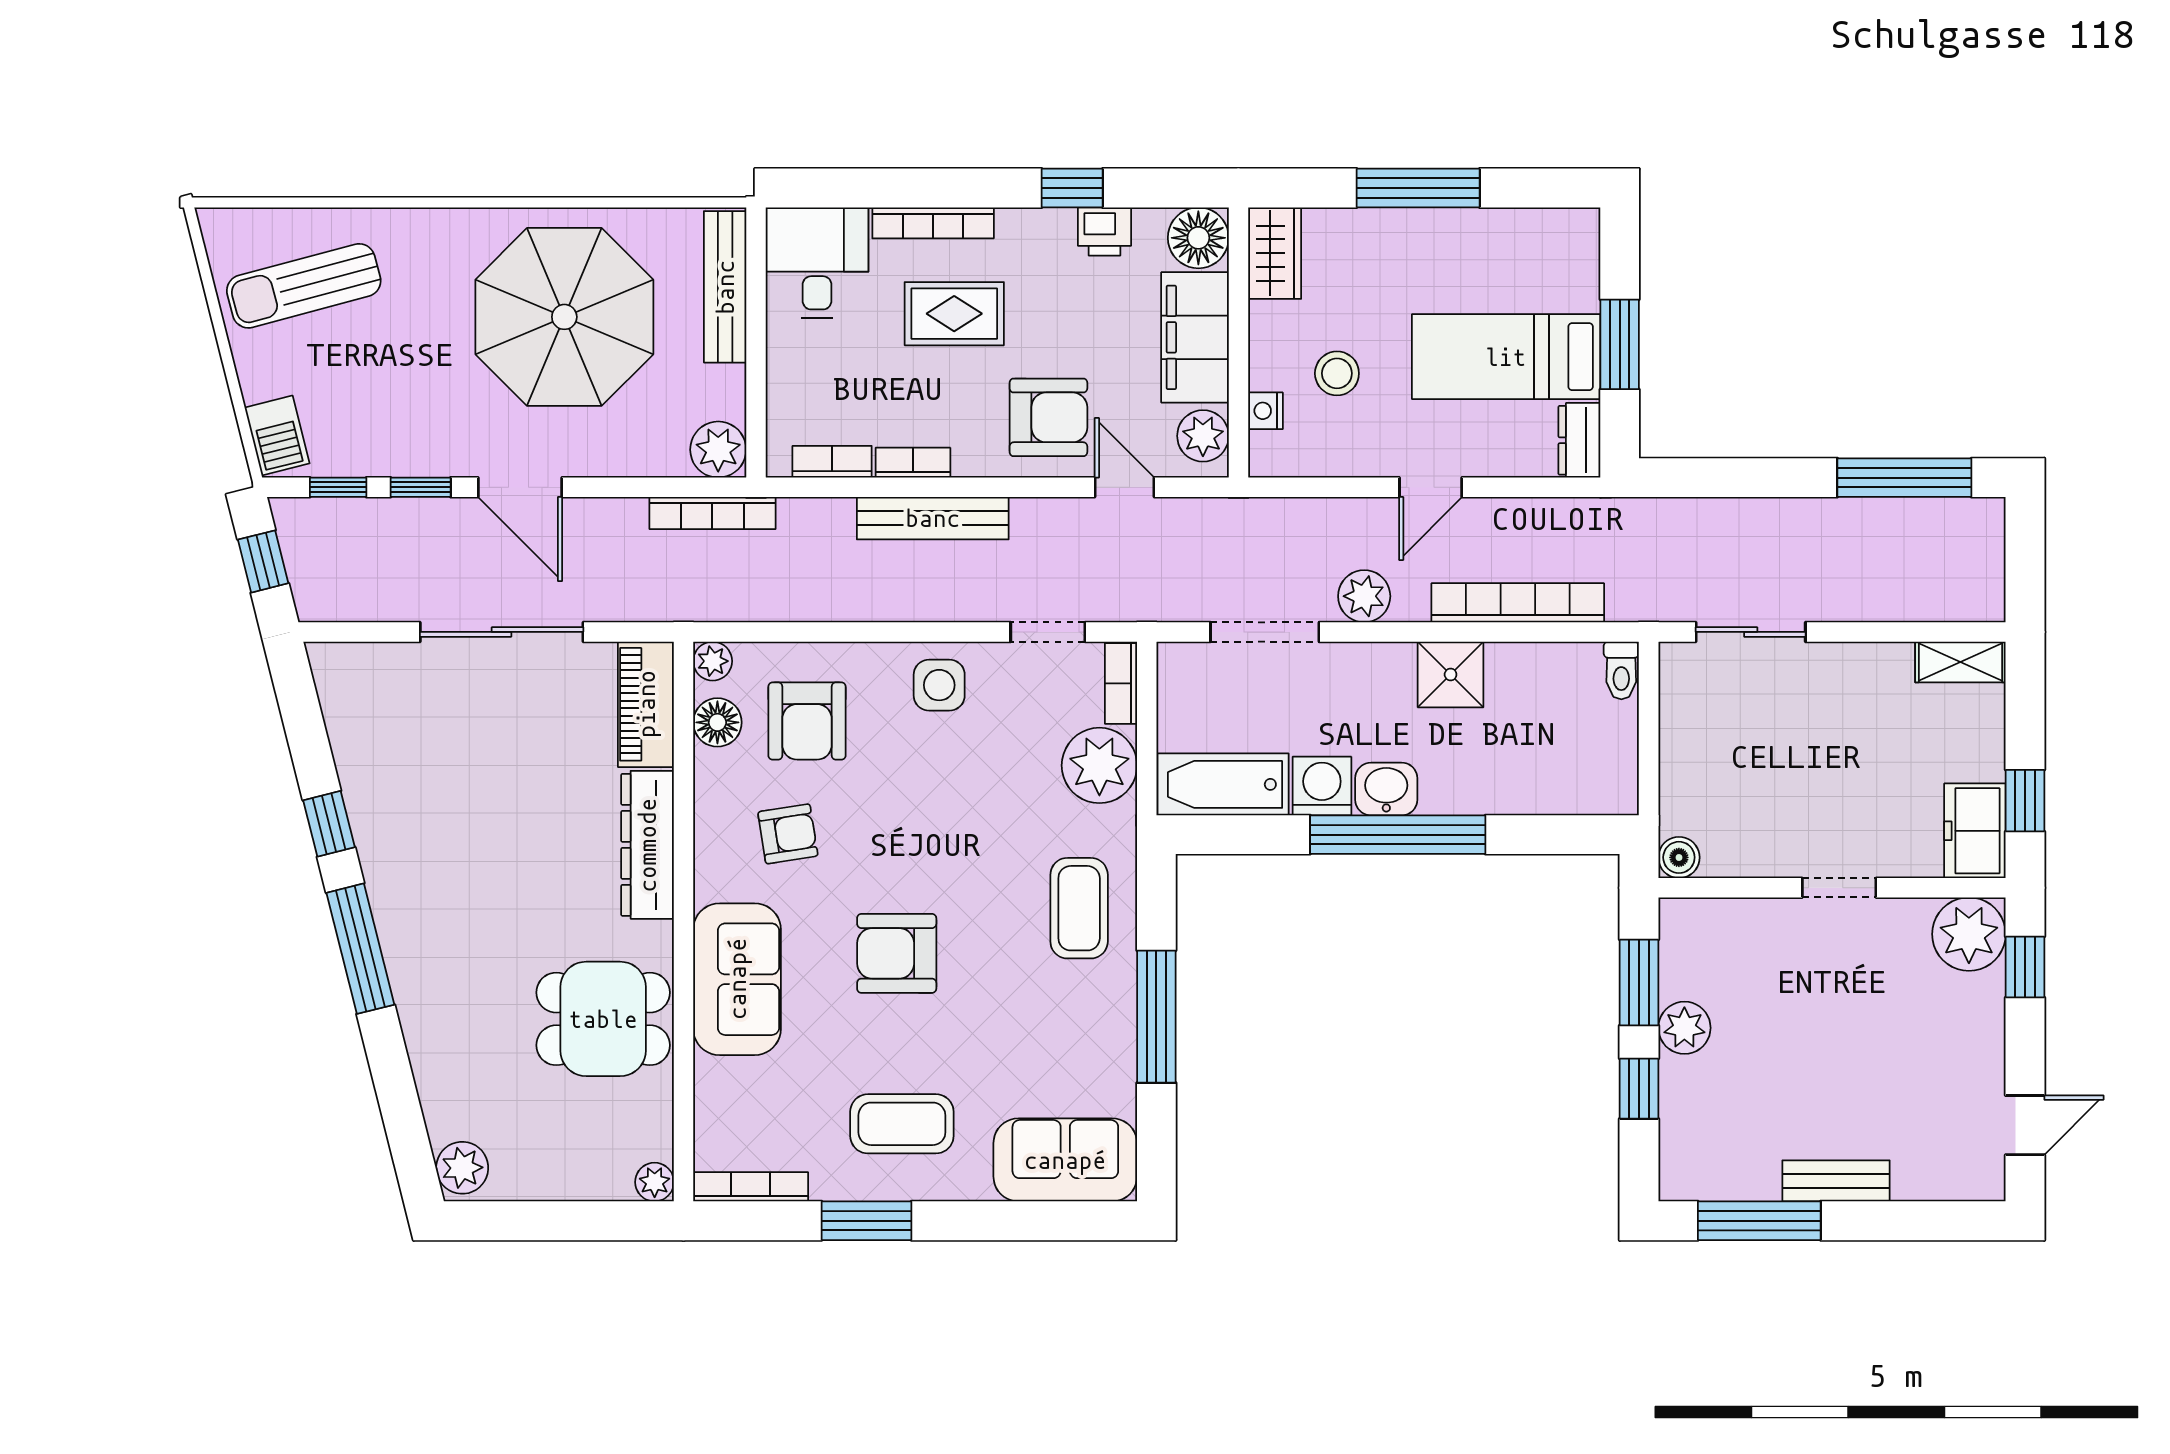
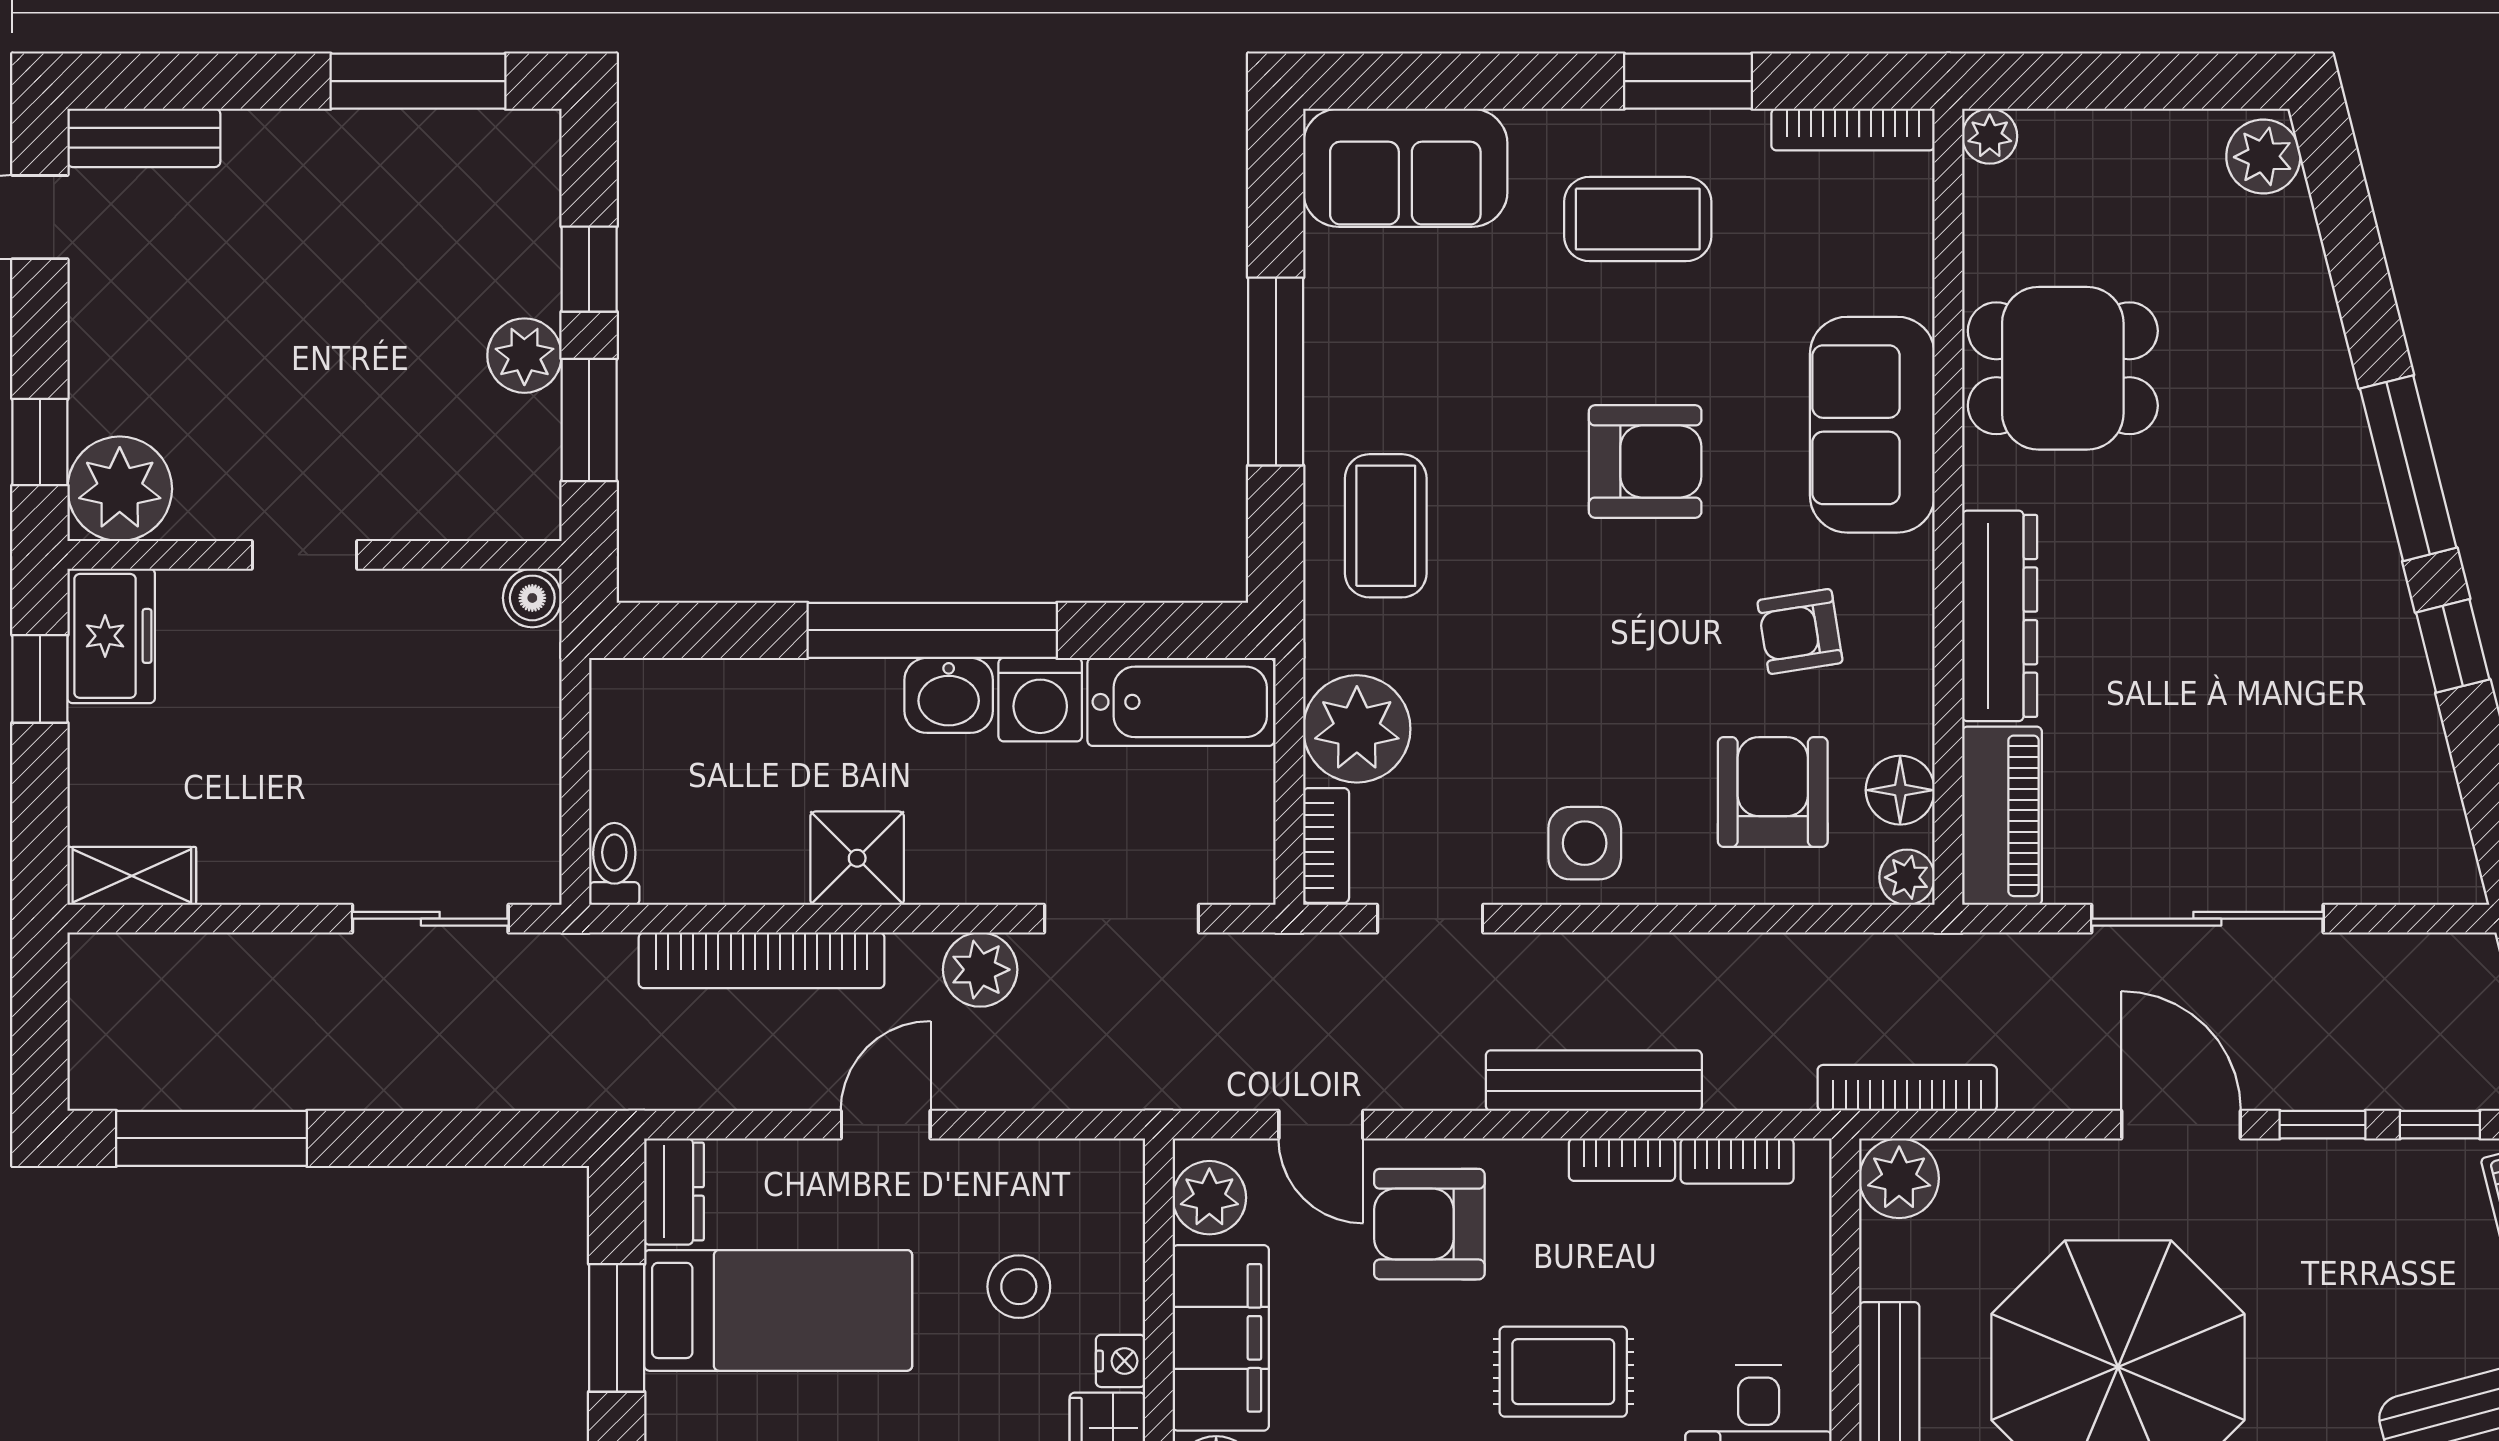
nightstand: (1265, 411) -> (1121, 1361), moved
bench: (1836, 1181) -> (144, 138), moved

